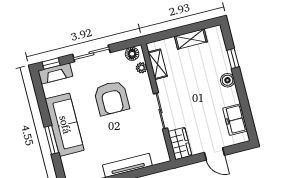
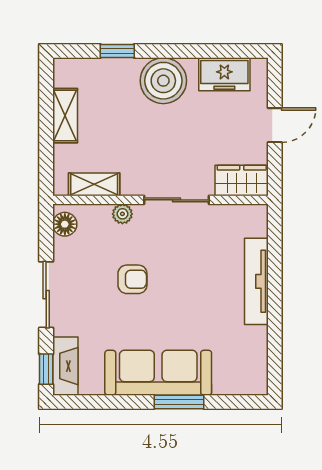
plant: (142, 68) -> (122, 214), moved
boiler: (227, 80) -> (163, 81), width x1.86, depth x1.86
armchair: (112, 98) -> (132, 279), width x0.53, depth x0.53

